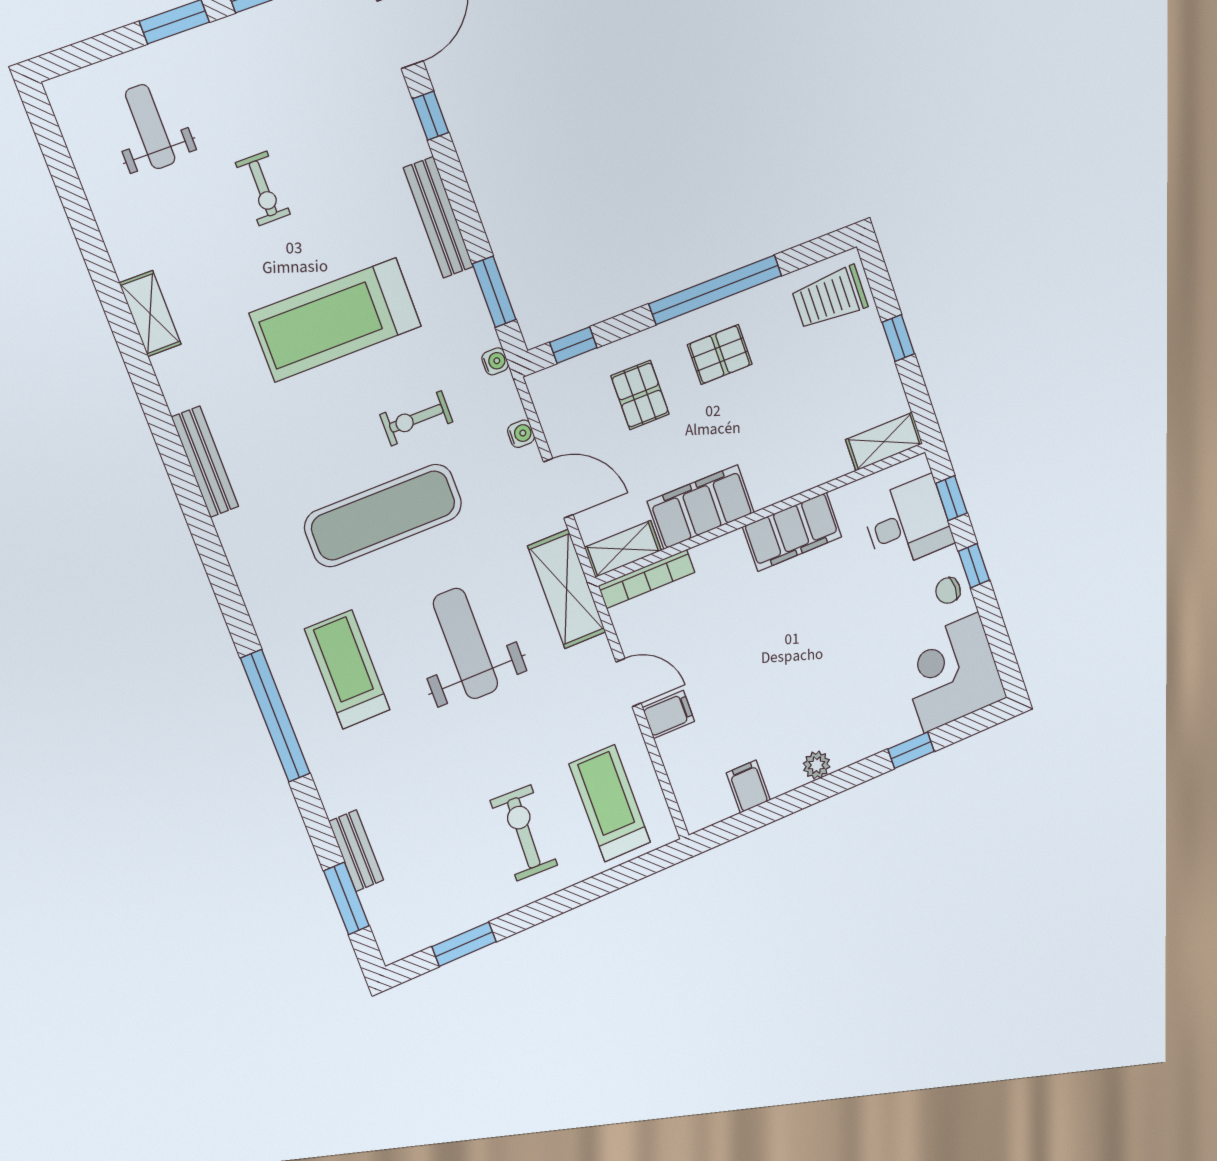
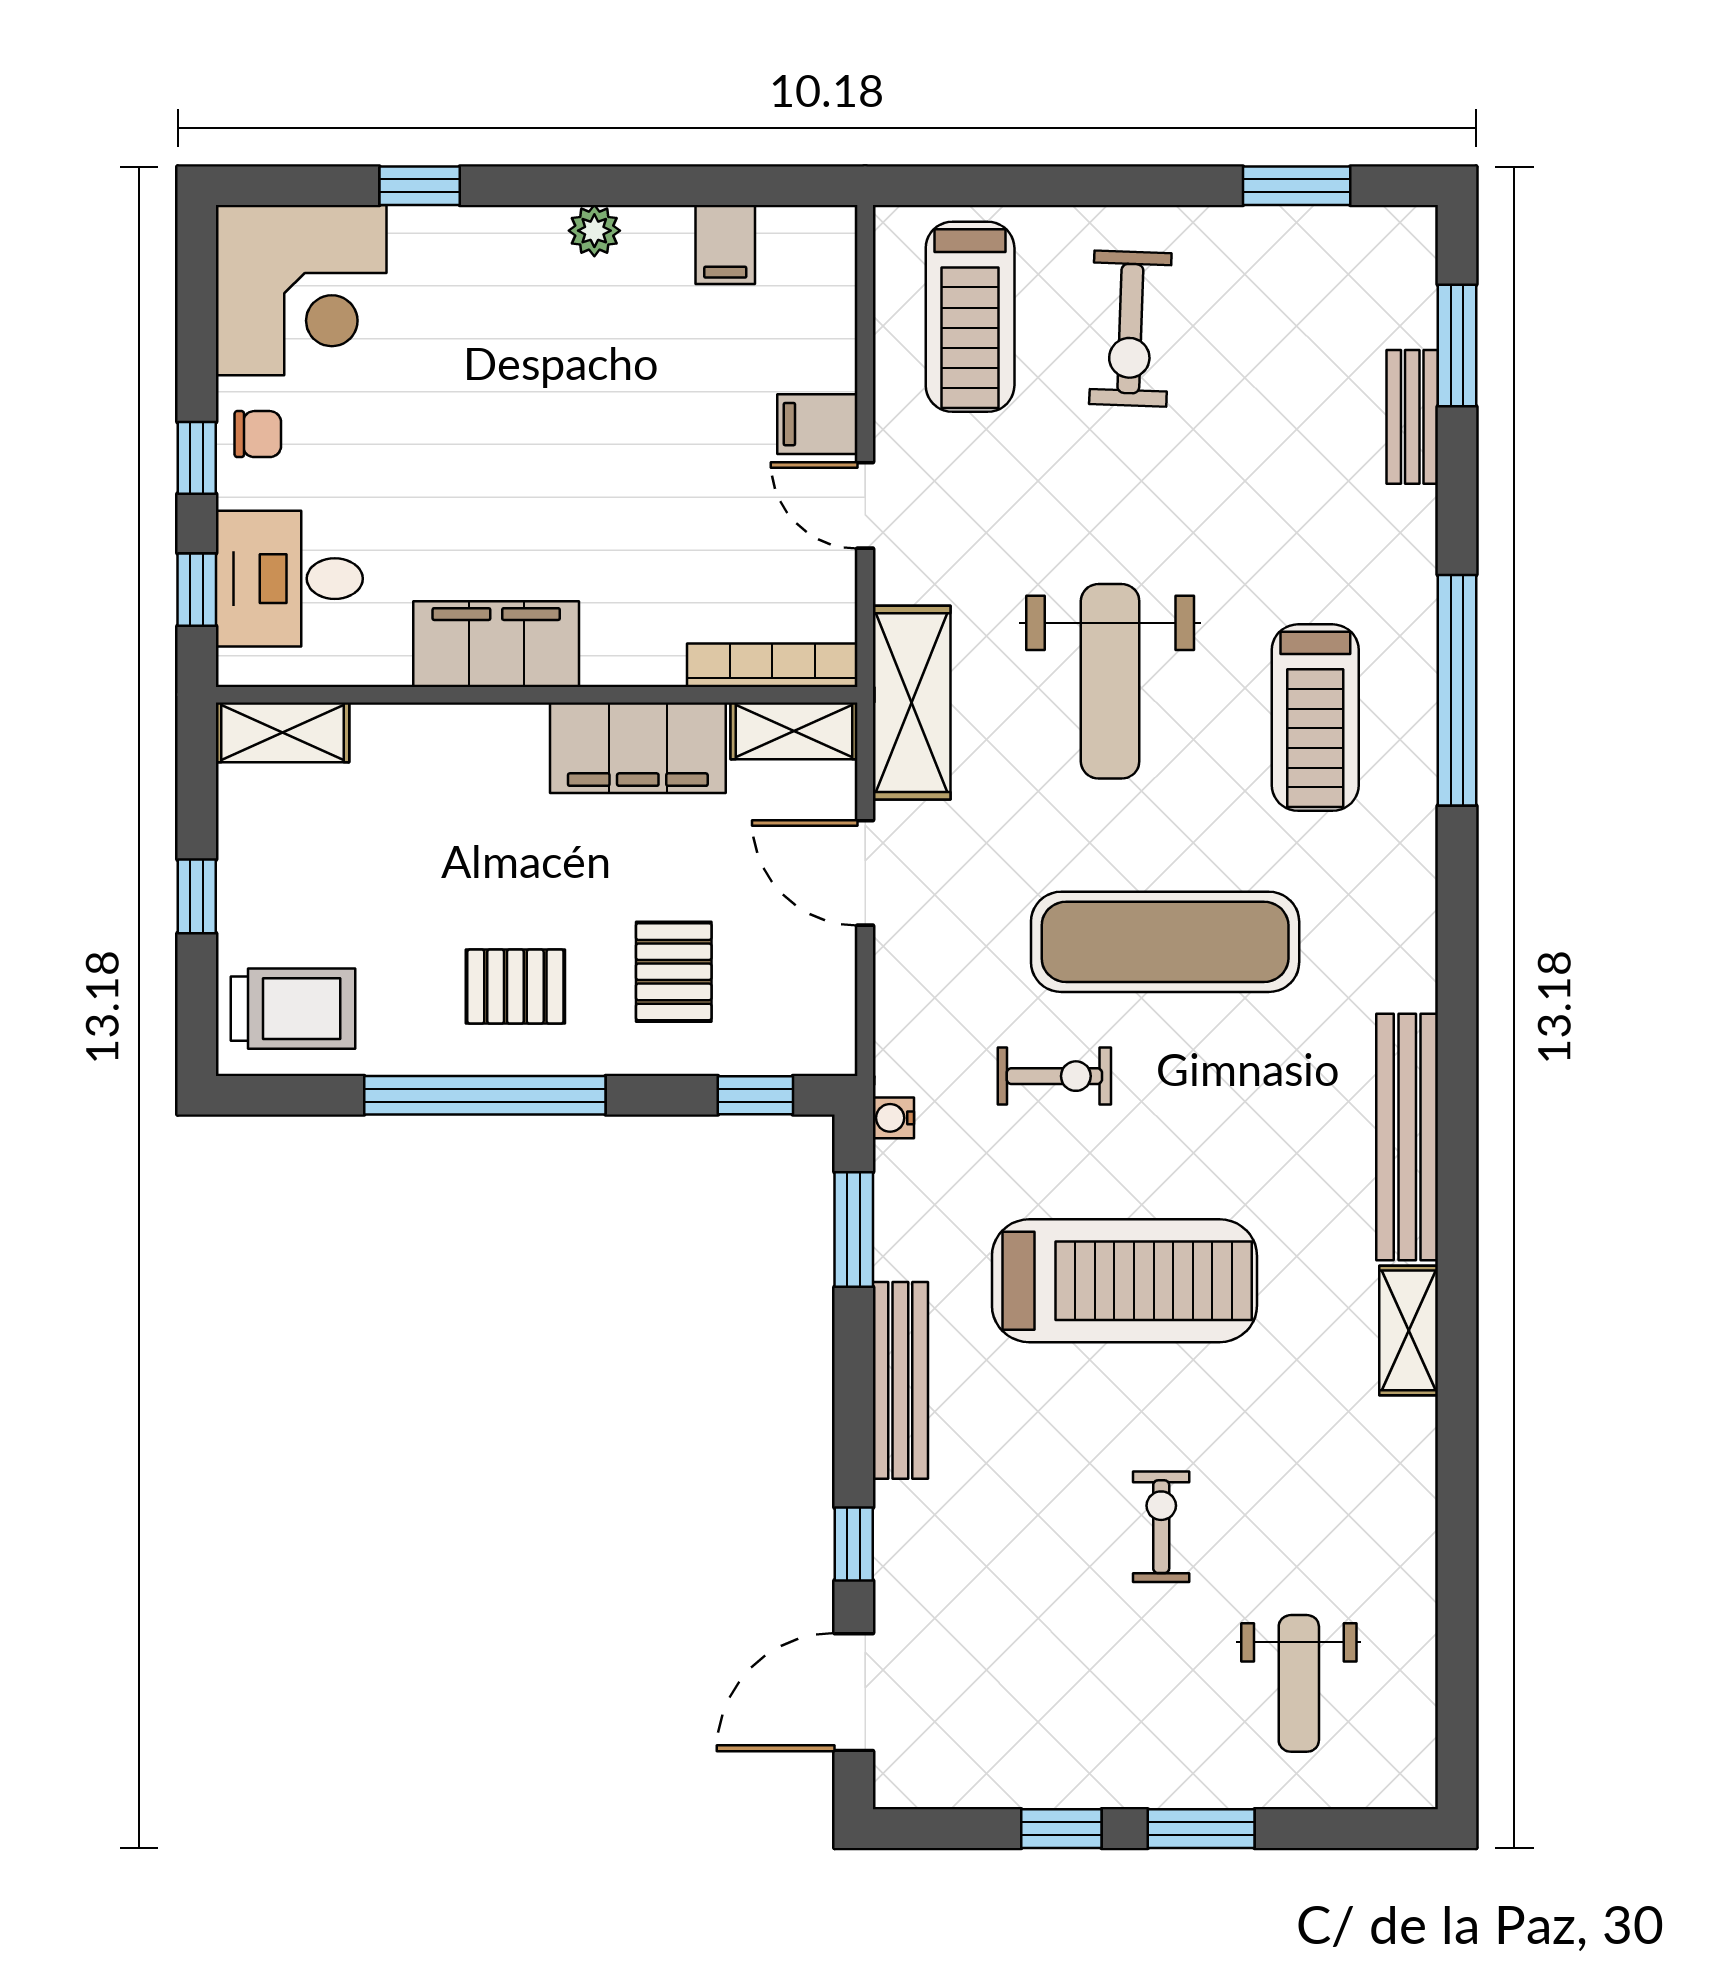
shelving: (150, 314) -> (1409, 1330), moved
water cooler: (521, 434) -> (894, 985), removed
bench: (205, 462) -> (1407, 1137), width x1.37, depth x1.21

